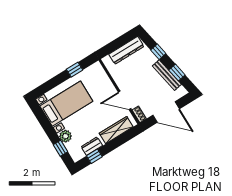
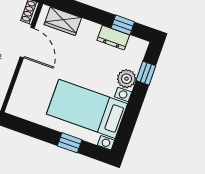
window: (75, 70) -> (70, 143), moved
wardrobe: (116, 130) -> (63, 21), width x0.67

